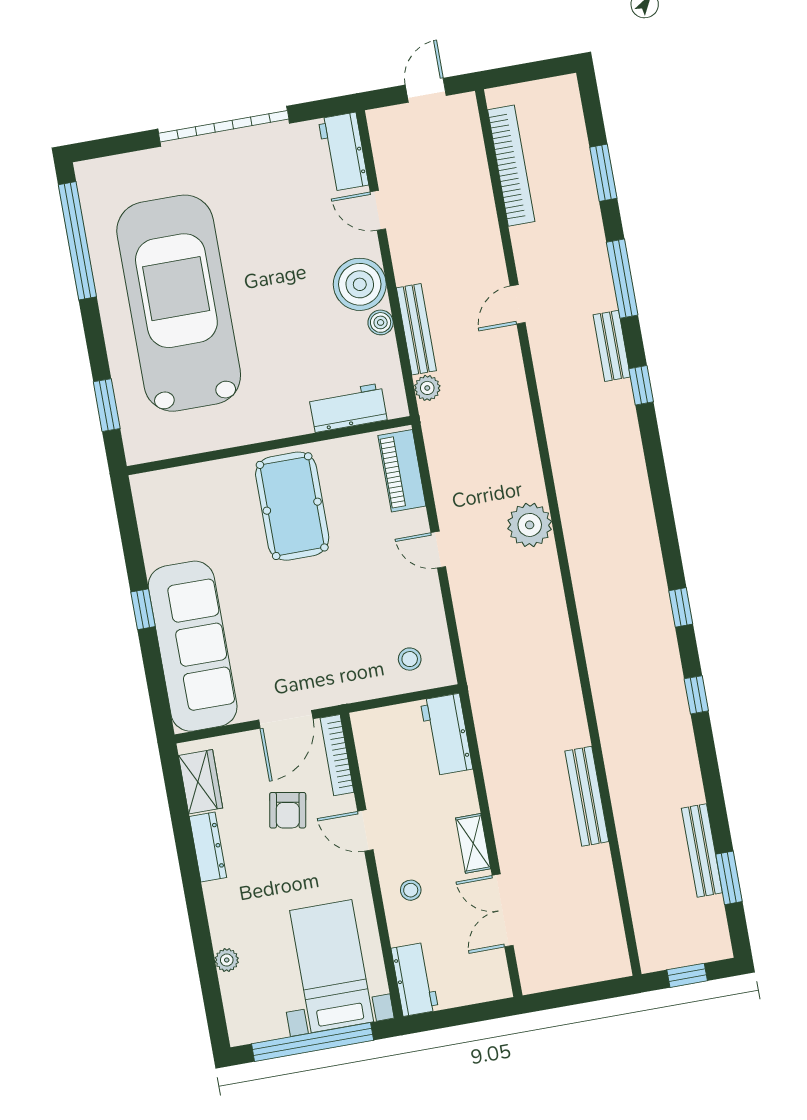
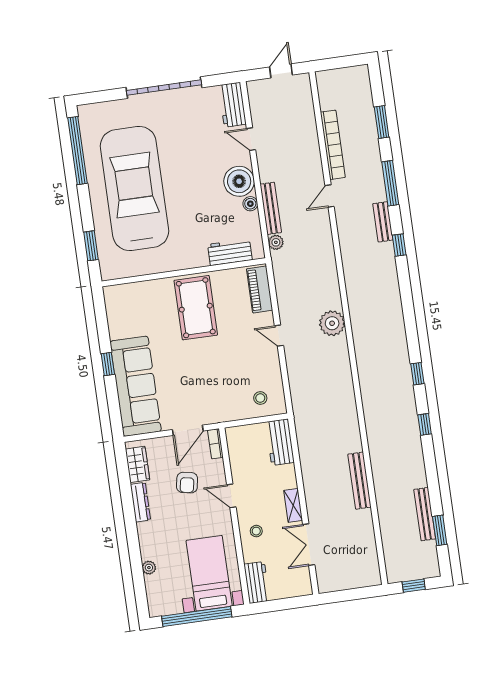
bookcase: (511, 166) -> (333, 145), moved
bookcase: (337, 755) -> (215, 444), width x0.64

